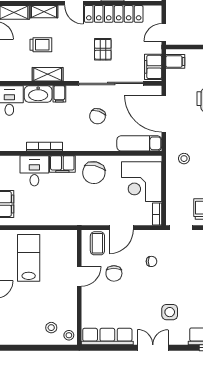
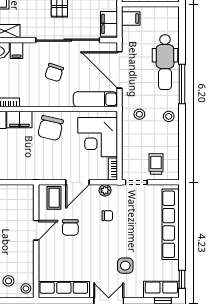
plant: (149, 236) -> (105, 190), added

